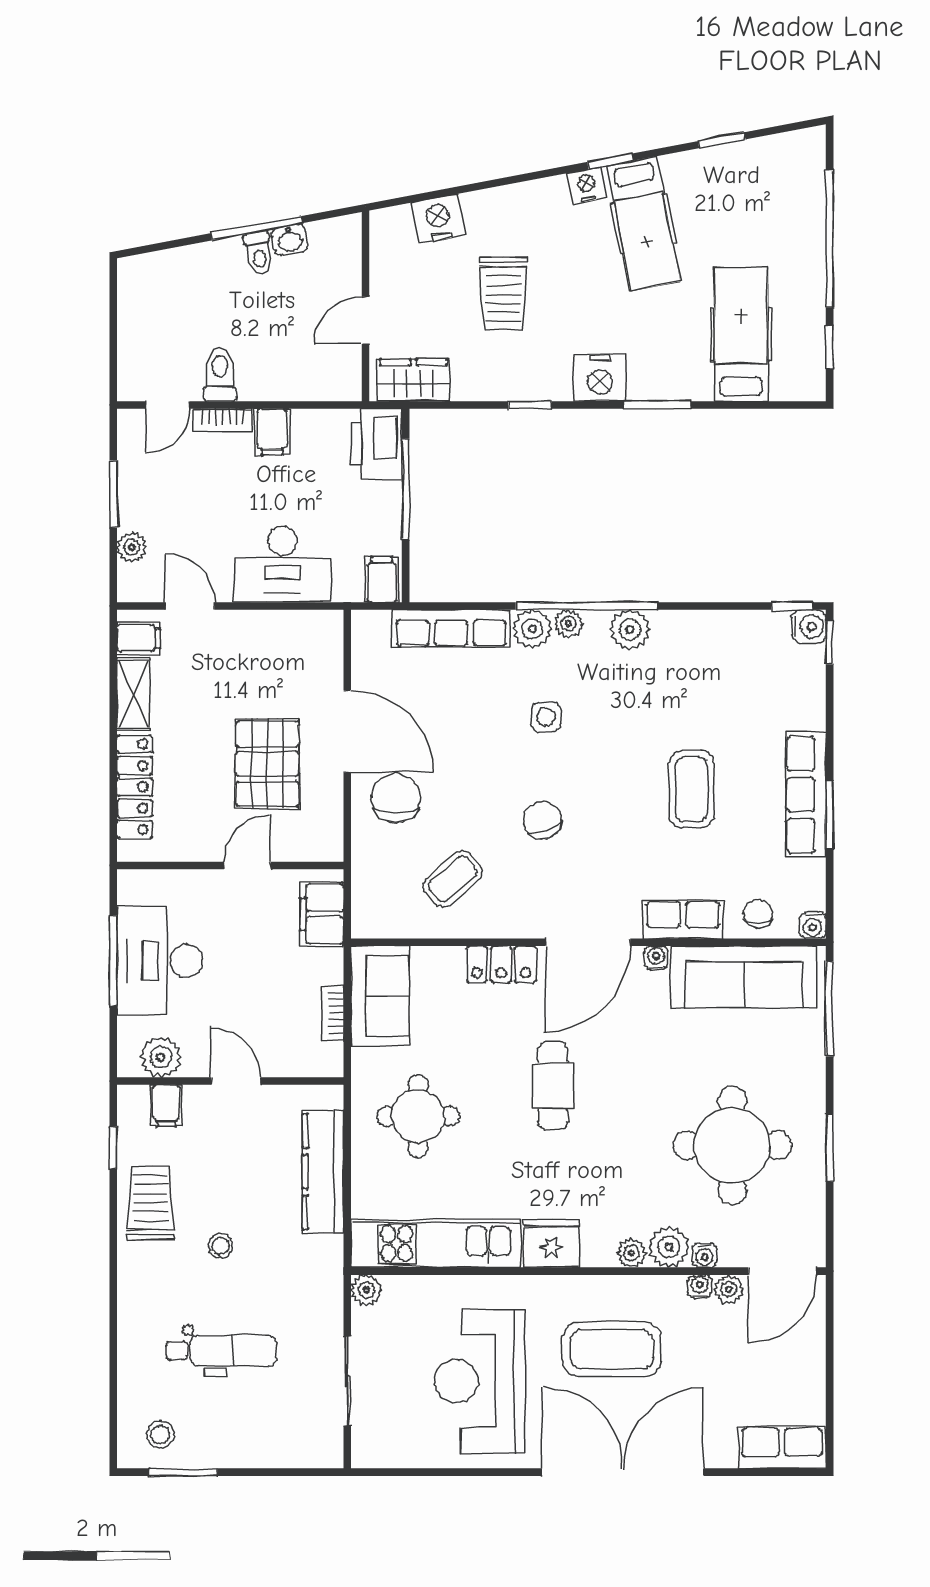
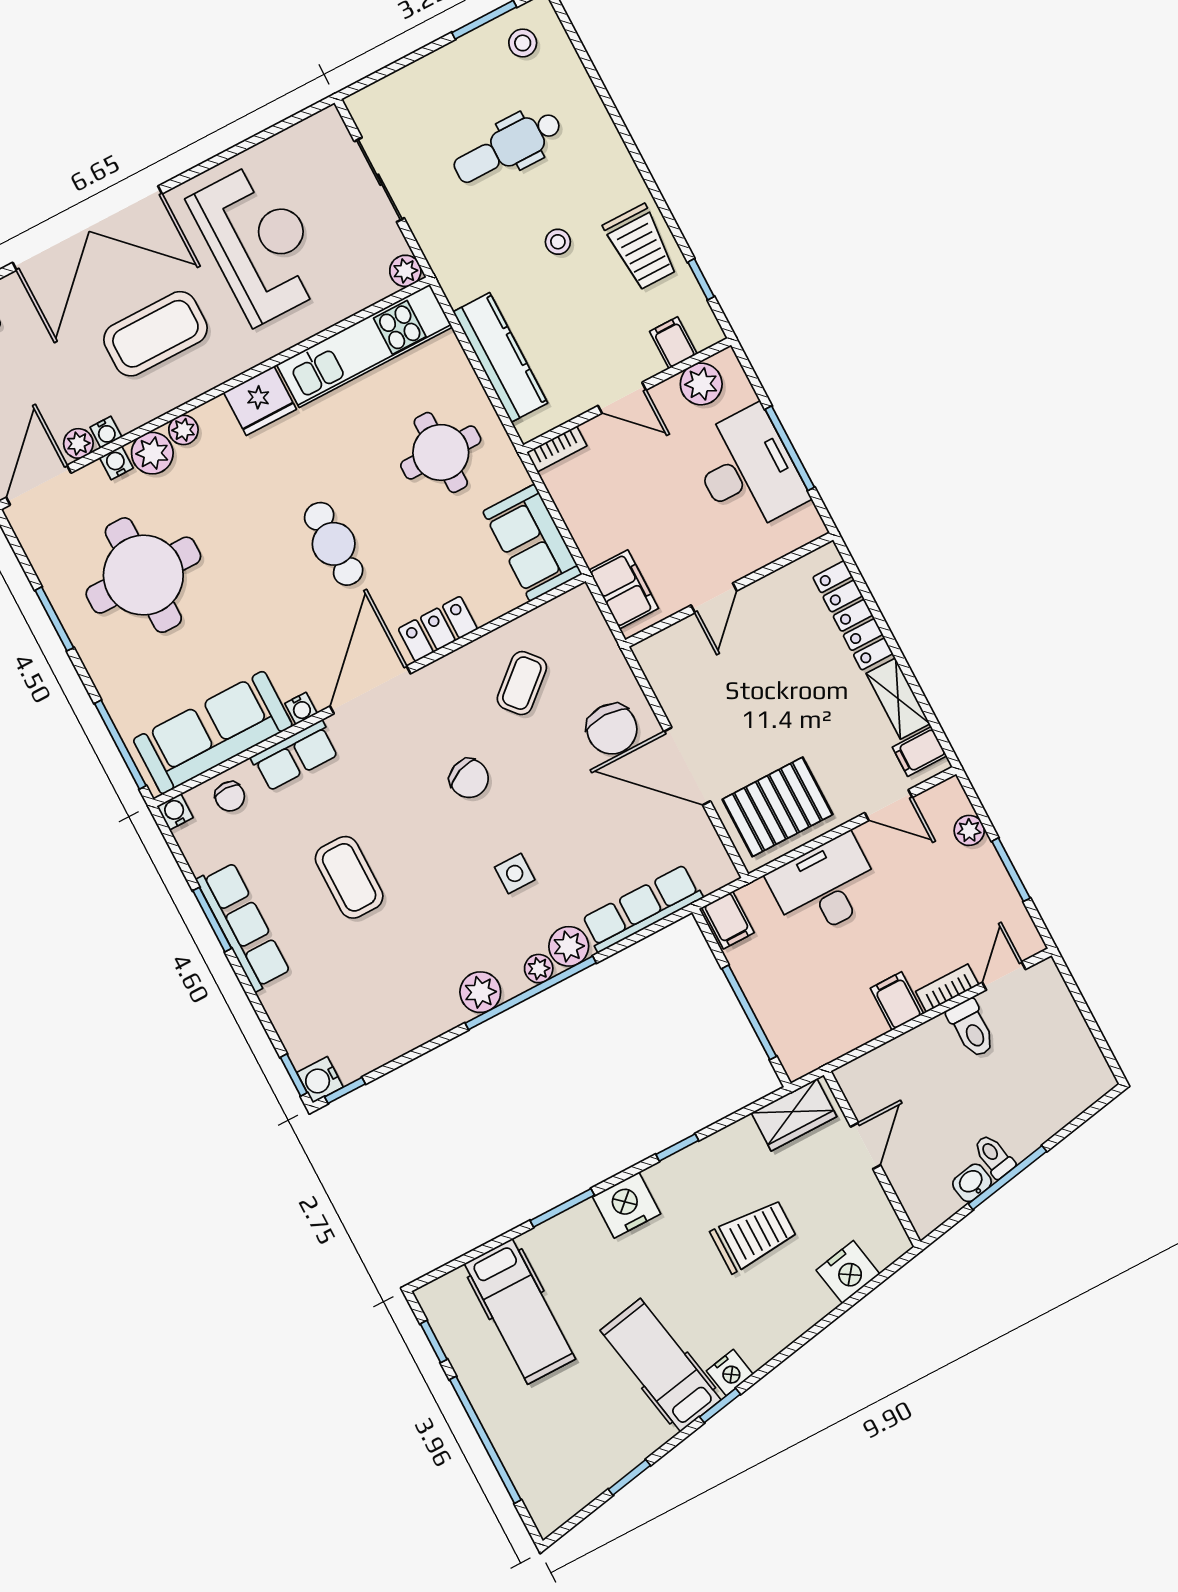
trolley: (503, 294) -> (754, 1236), turned 90
printer: (377, 444) -> (797, 1040), removed
pallet: (267, 764) -> (778, 807), moved, turned 90
bookcase: (332, 1013) -> (557, 449), moved, turned 90

